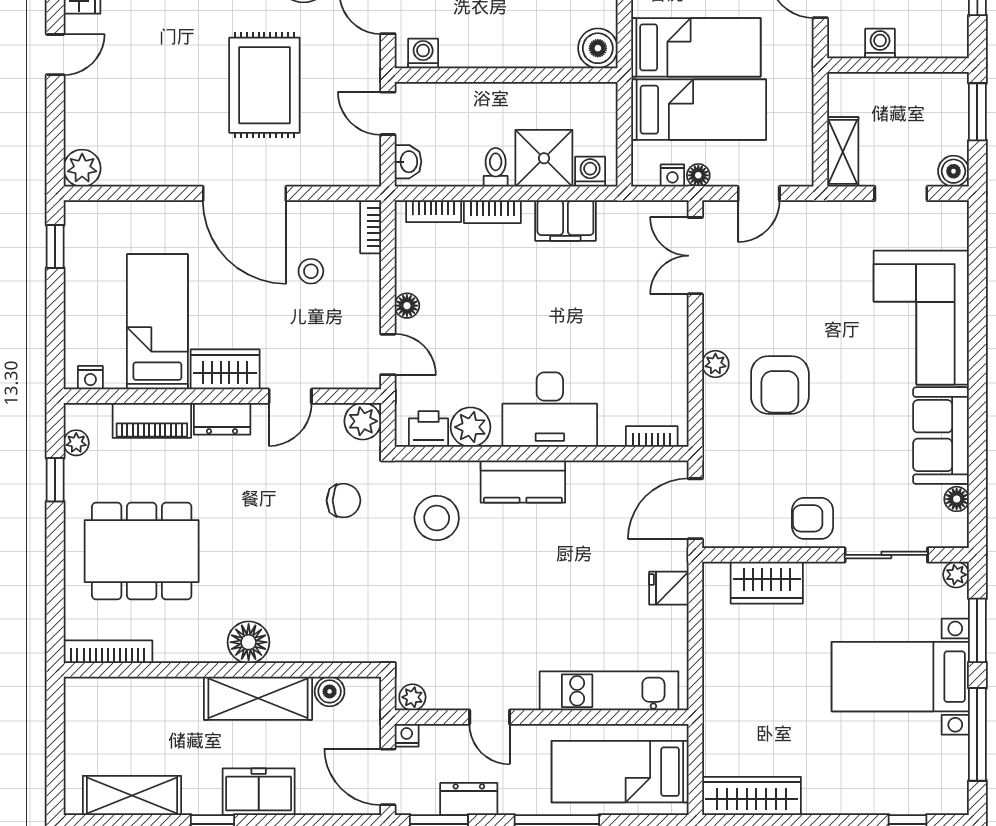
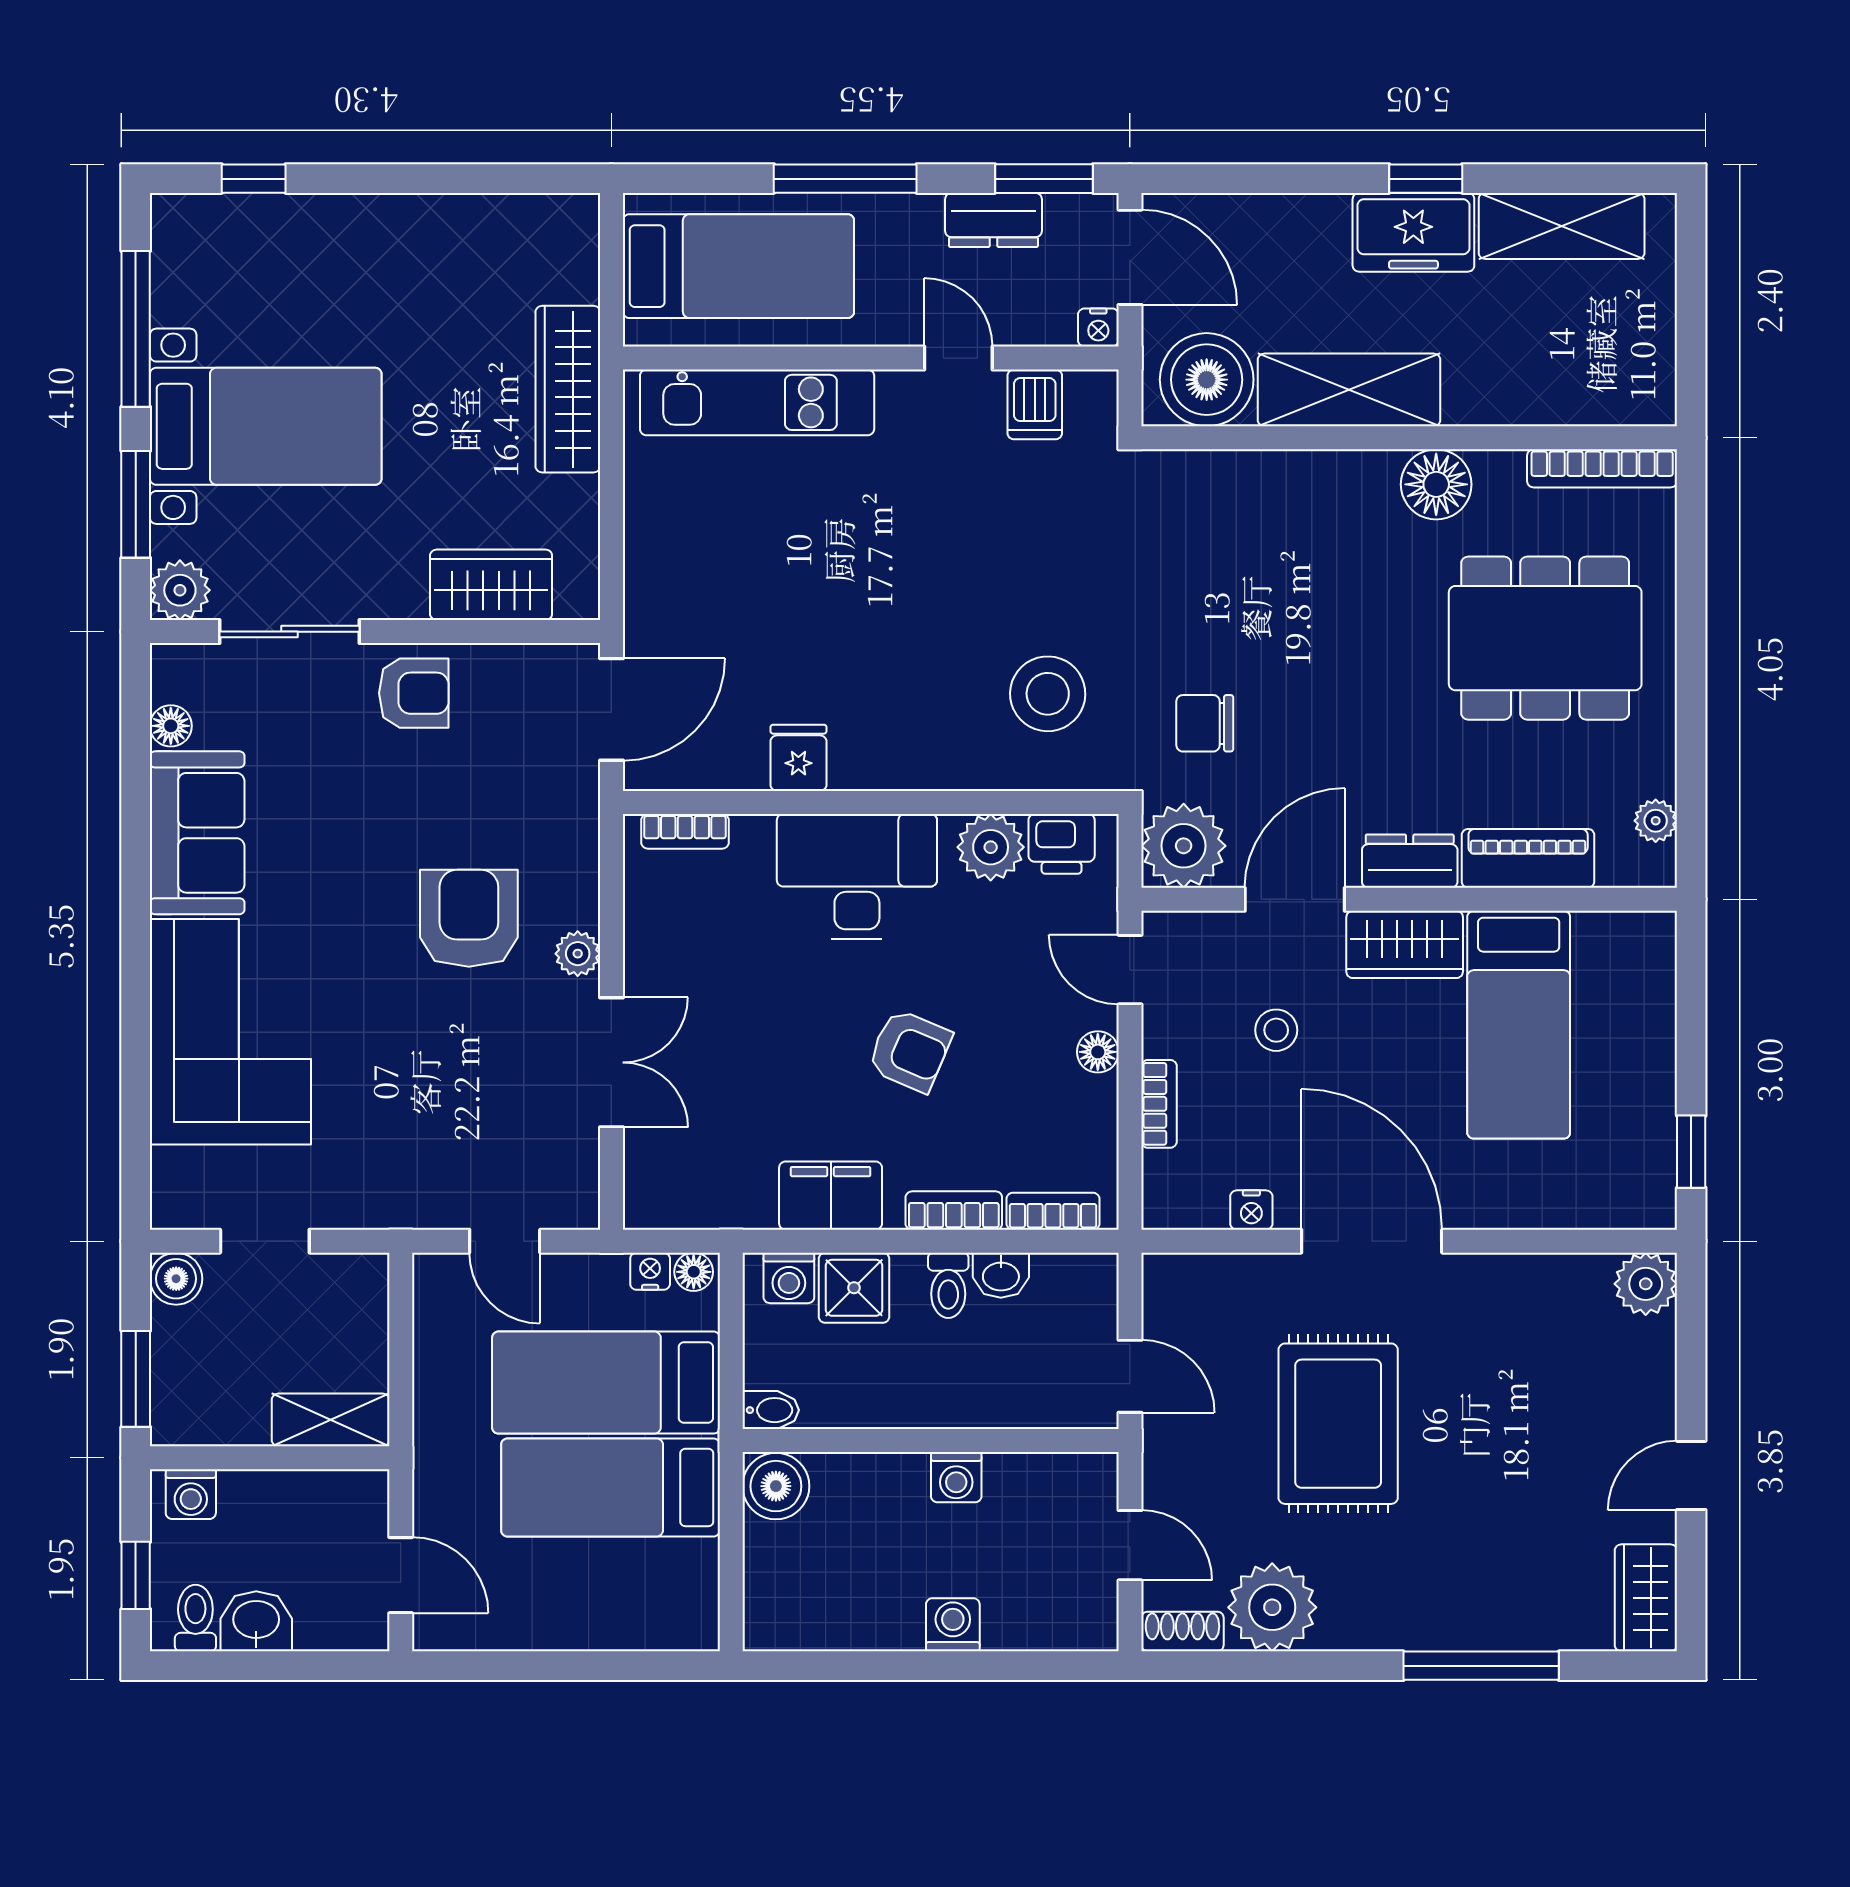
washing machine: (880, 43) -> (191, 1494), moved
washing machine: (423, 53) -> (956, 1477), moved
bidet: (601, 93) -> (771, 1410), added
shelving: (843, 152) -> (331, 1420), moved, turned 90
shower: (544, 158) -> (854, 1288), width x0.73, depth x0.73
washbasin: (408, 162) -> (1001, 1275), moved, turned -90
floor lamp: (698, 175) -> (694, 1272), moved
door: (759, 193) -> (505, 1241), swing flipped
bookcase: (371, 227) -> (1159, 1104), moved
double door: (695, 256) -> (611, 1062), moved
stool: (311, 271) -> (1276, 1030), moved
armchair: (519, 306) -> (910, 1051), added
nightstand: (90, 378) -> (1251, 1210), moved, turned 180
door: (290, 396) -> (1295, 899), width x1.38
plant: (363, 421) -> (1184, 846), width x1.36, depth x1.36
window: (55, 480) -> (1691, 758), removed
kitchen counter: (523, 482) -> (902, 755), removed
plant: (956, 575) -> (180, 590), width x1.38, depth x1.38
fridge: (669, 588) -> (798, 758), moved, turned -90
floor lamp: (249, 642) -> (1436, 484), moved
dishwasher: (444, 690) -> (1035, 404), added
boiler: (330, 691) -> (1207, 380), width x1.86, depth x1.86
plant: (412, 697) -> (1089, 392), removed
freezer: (259, 792) -> (1413, 232), moved
wardrobe: (752, 796) -> (568, 389), moved, turned 90

